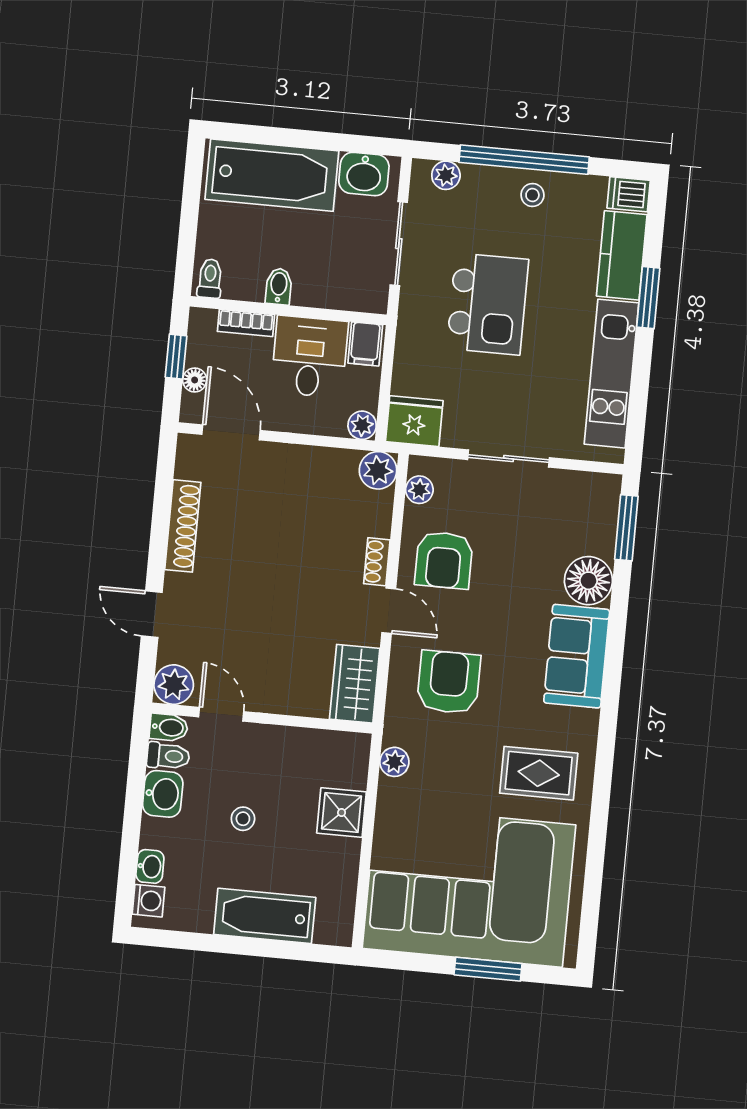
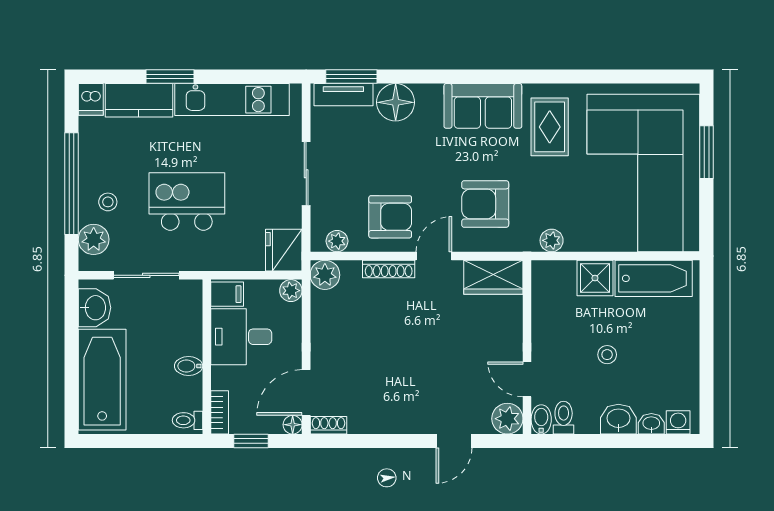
plant: (446, 175) -> (94, 239), width x1.38, depth x1.38
stool: (532, 195) -> (108, 202), moved
bookcase: (246, 323) -> (220, 412), moved
floor lamp: (195, 380) -> (293, 425), moved
tv unit: (604, 515) -> (343, 95), added
shoe rack: (183, 526) -> (328, 425), moved, width x0.51, depth x0.81
shoe rack: (377, 562) -> (389, 269), width x1.43
sofa: (577, 656) -> (483, 106), moved
door: (221, 714) -> (527, 379), hinge flipped
washbasin: (163, 794) -> (618, 419), moved
bathtub: (265, 916) -> (654, 278), moved, turned -90

